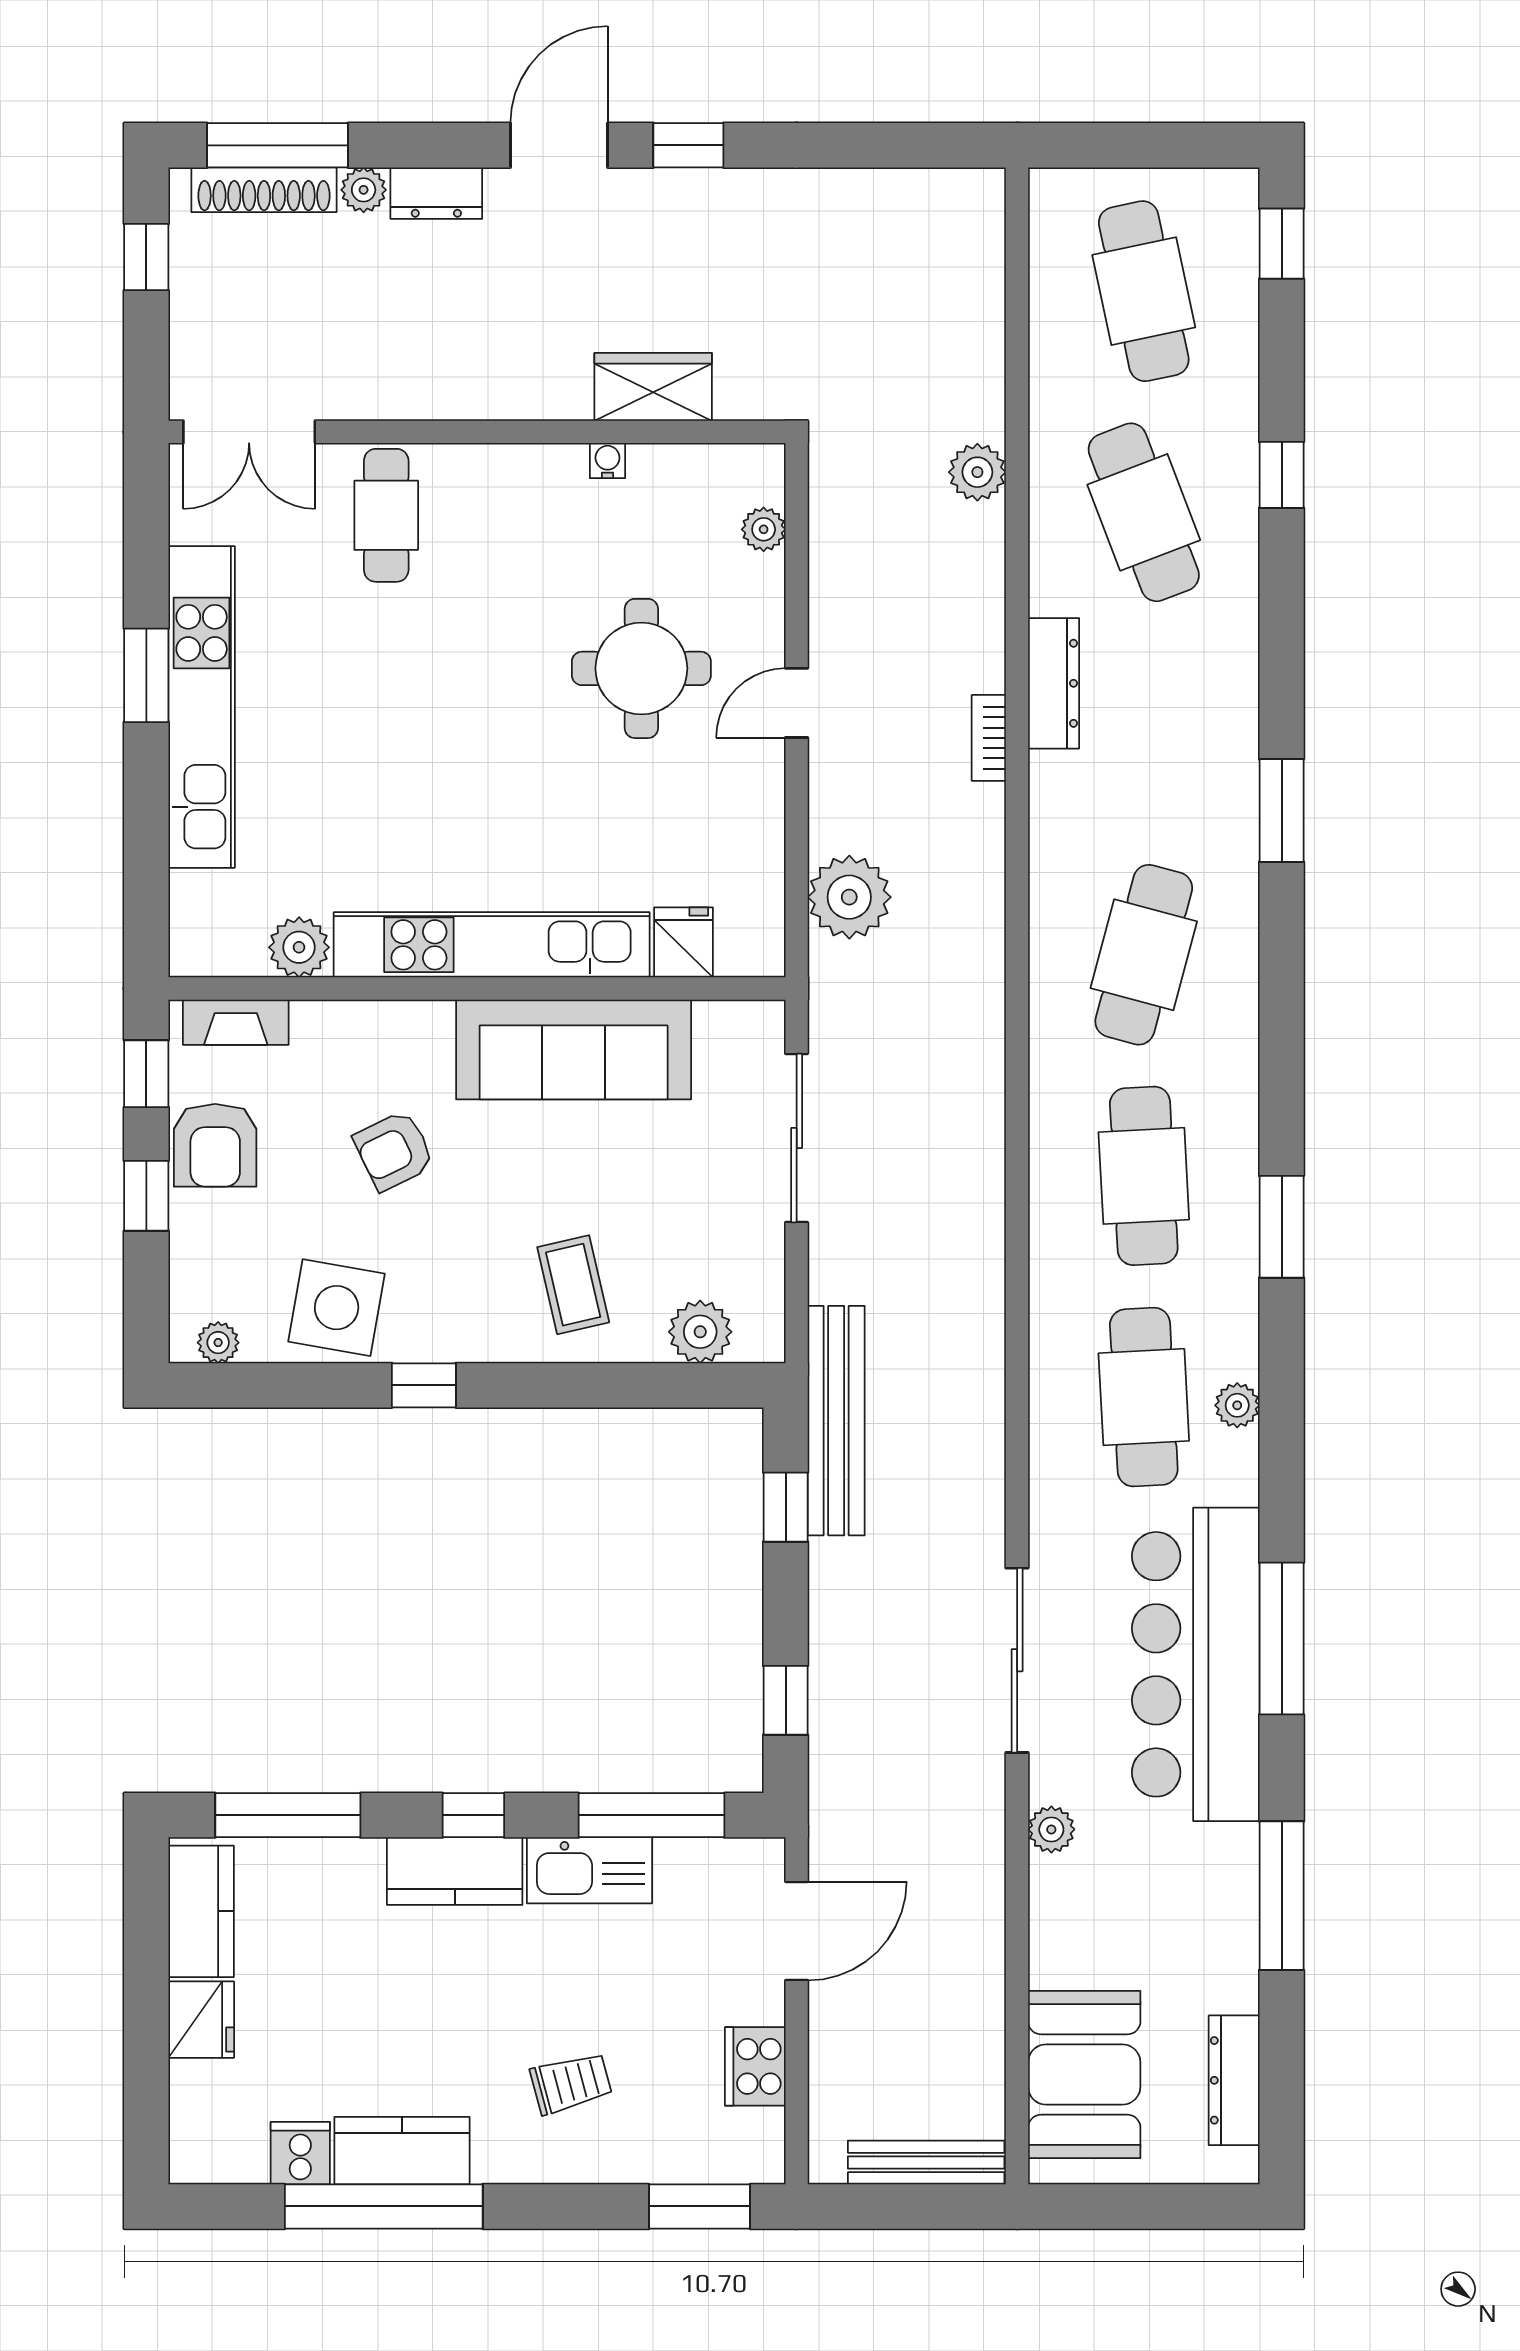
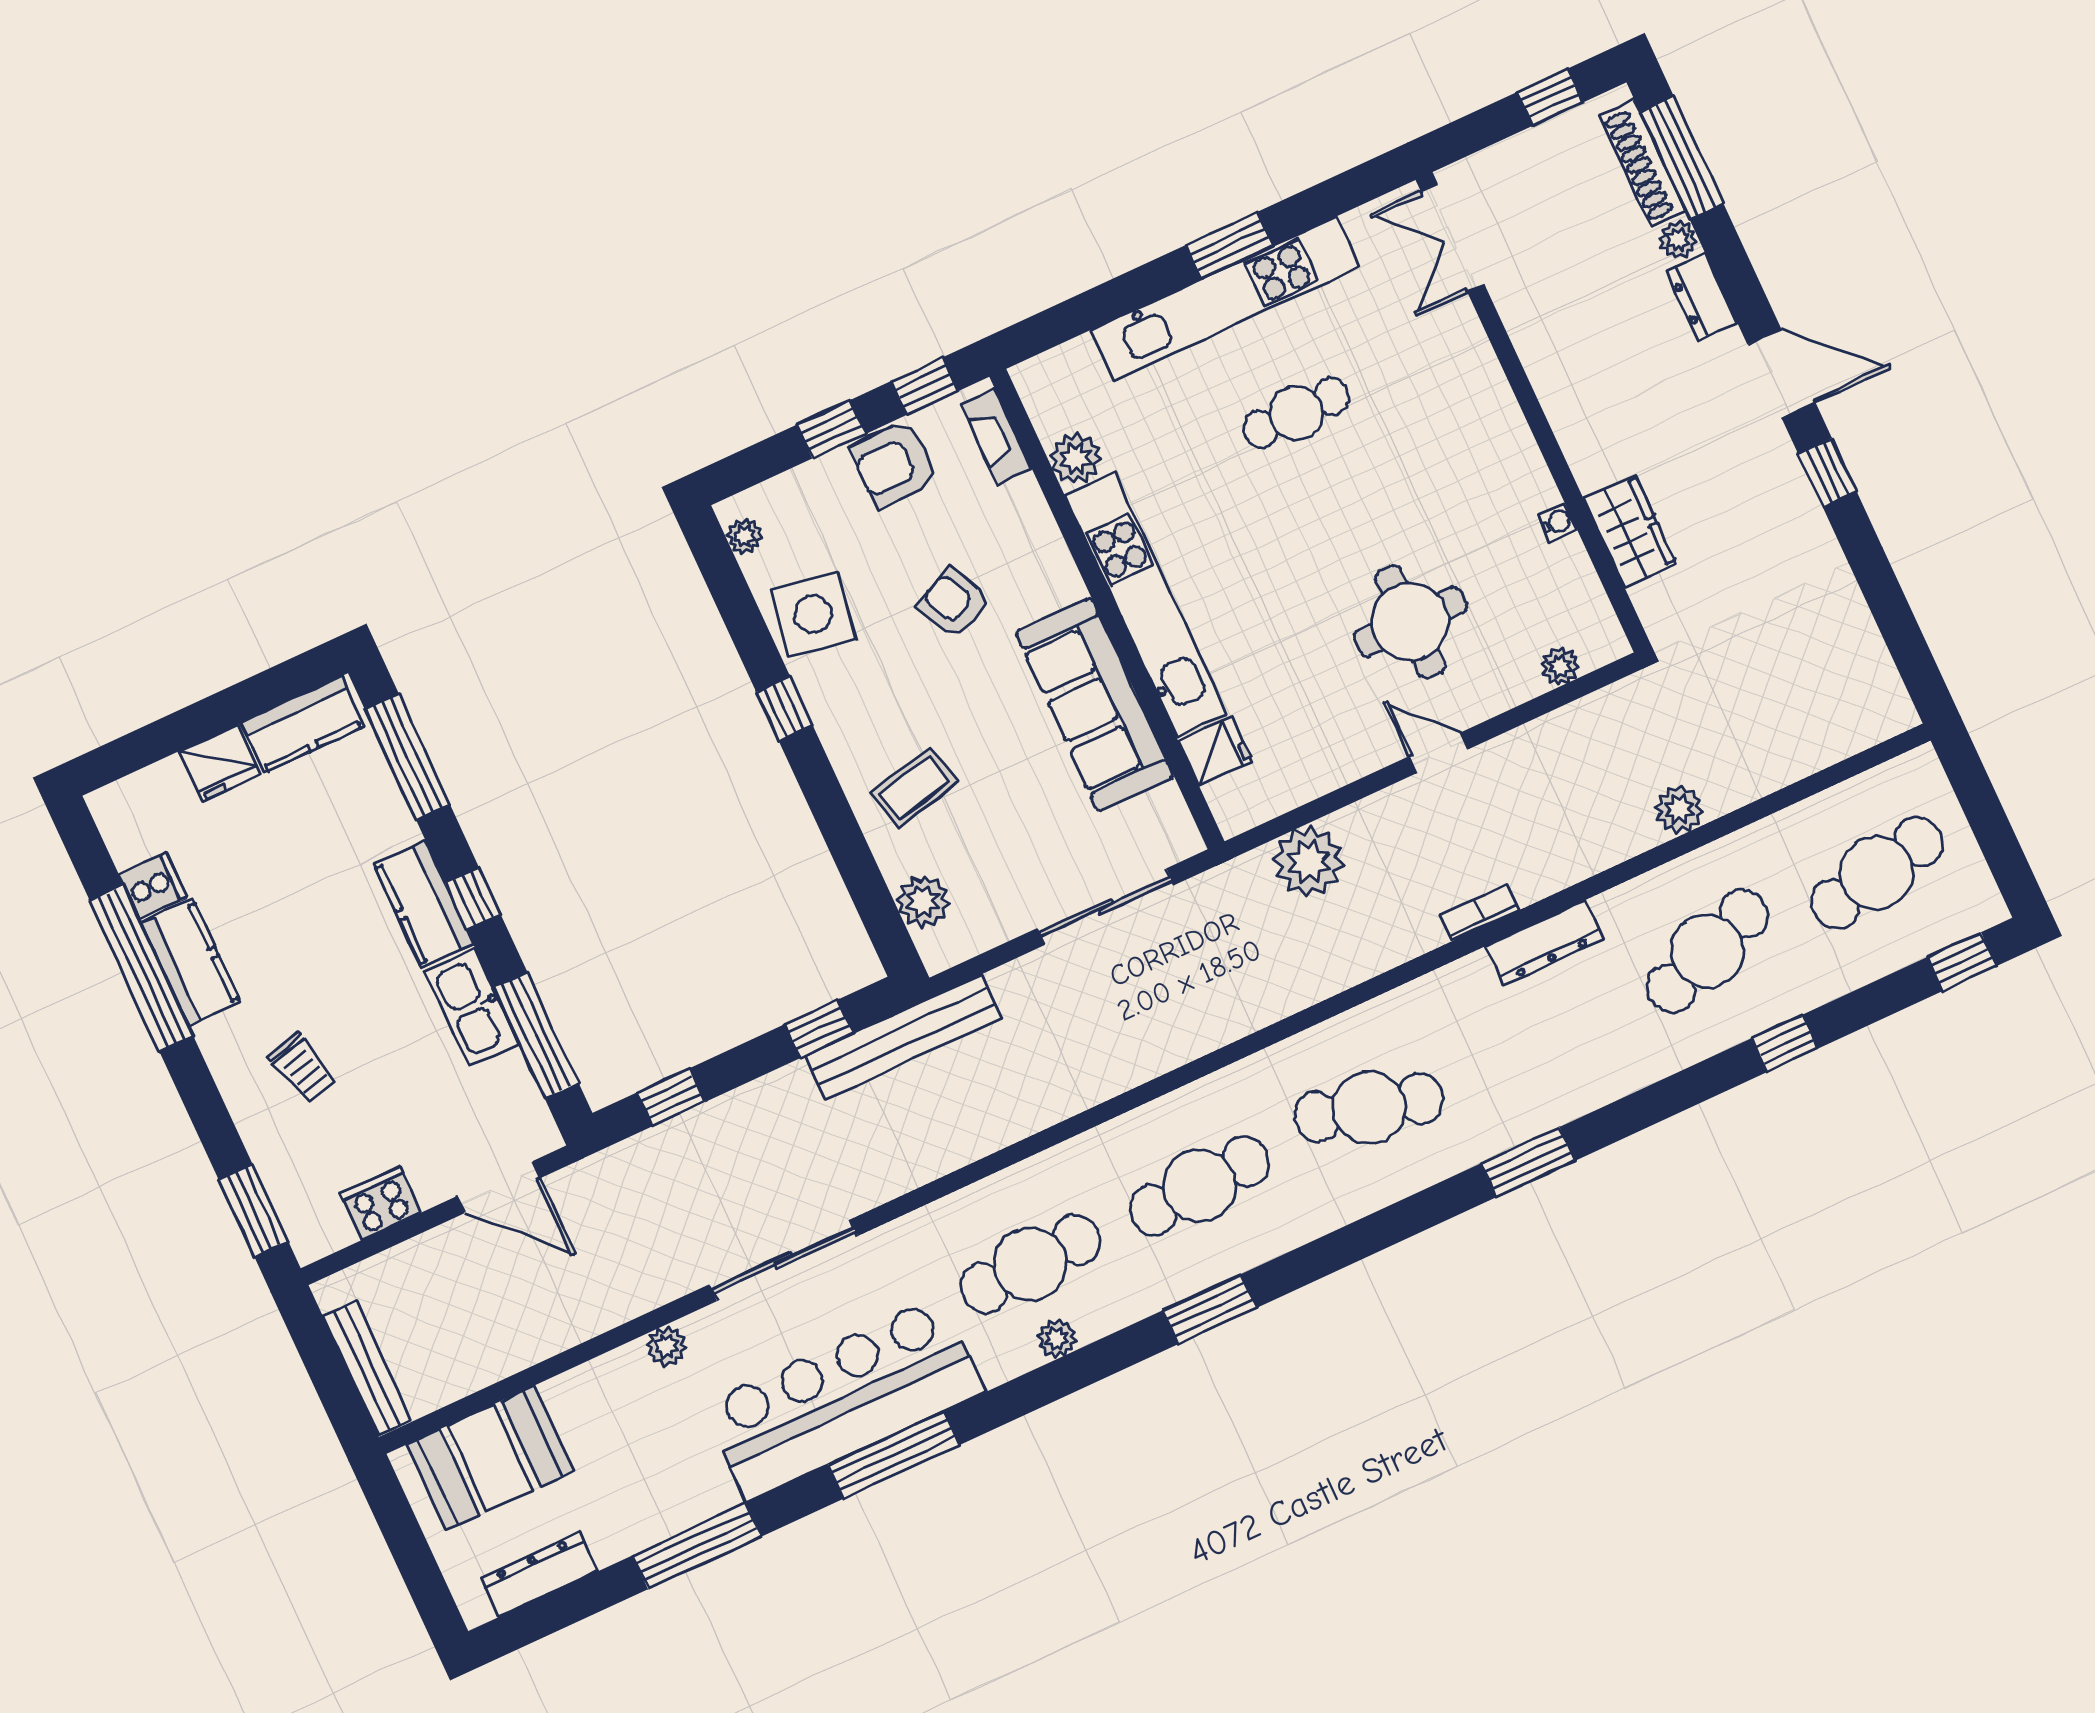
cafe table: (386, 515) -> (1296, 413), moved

